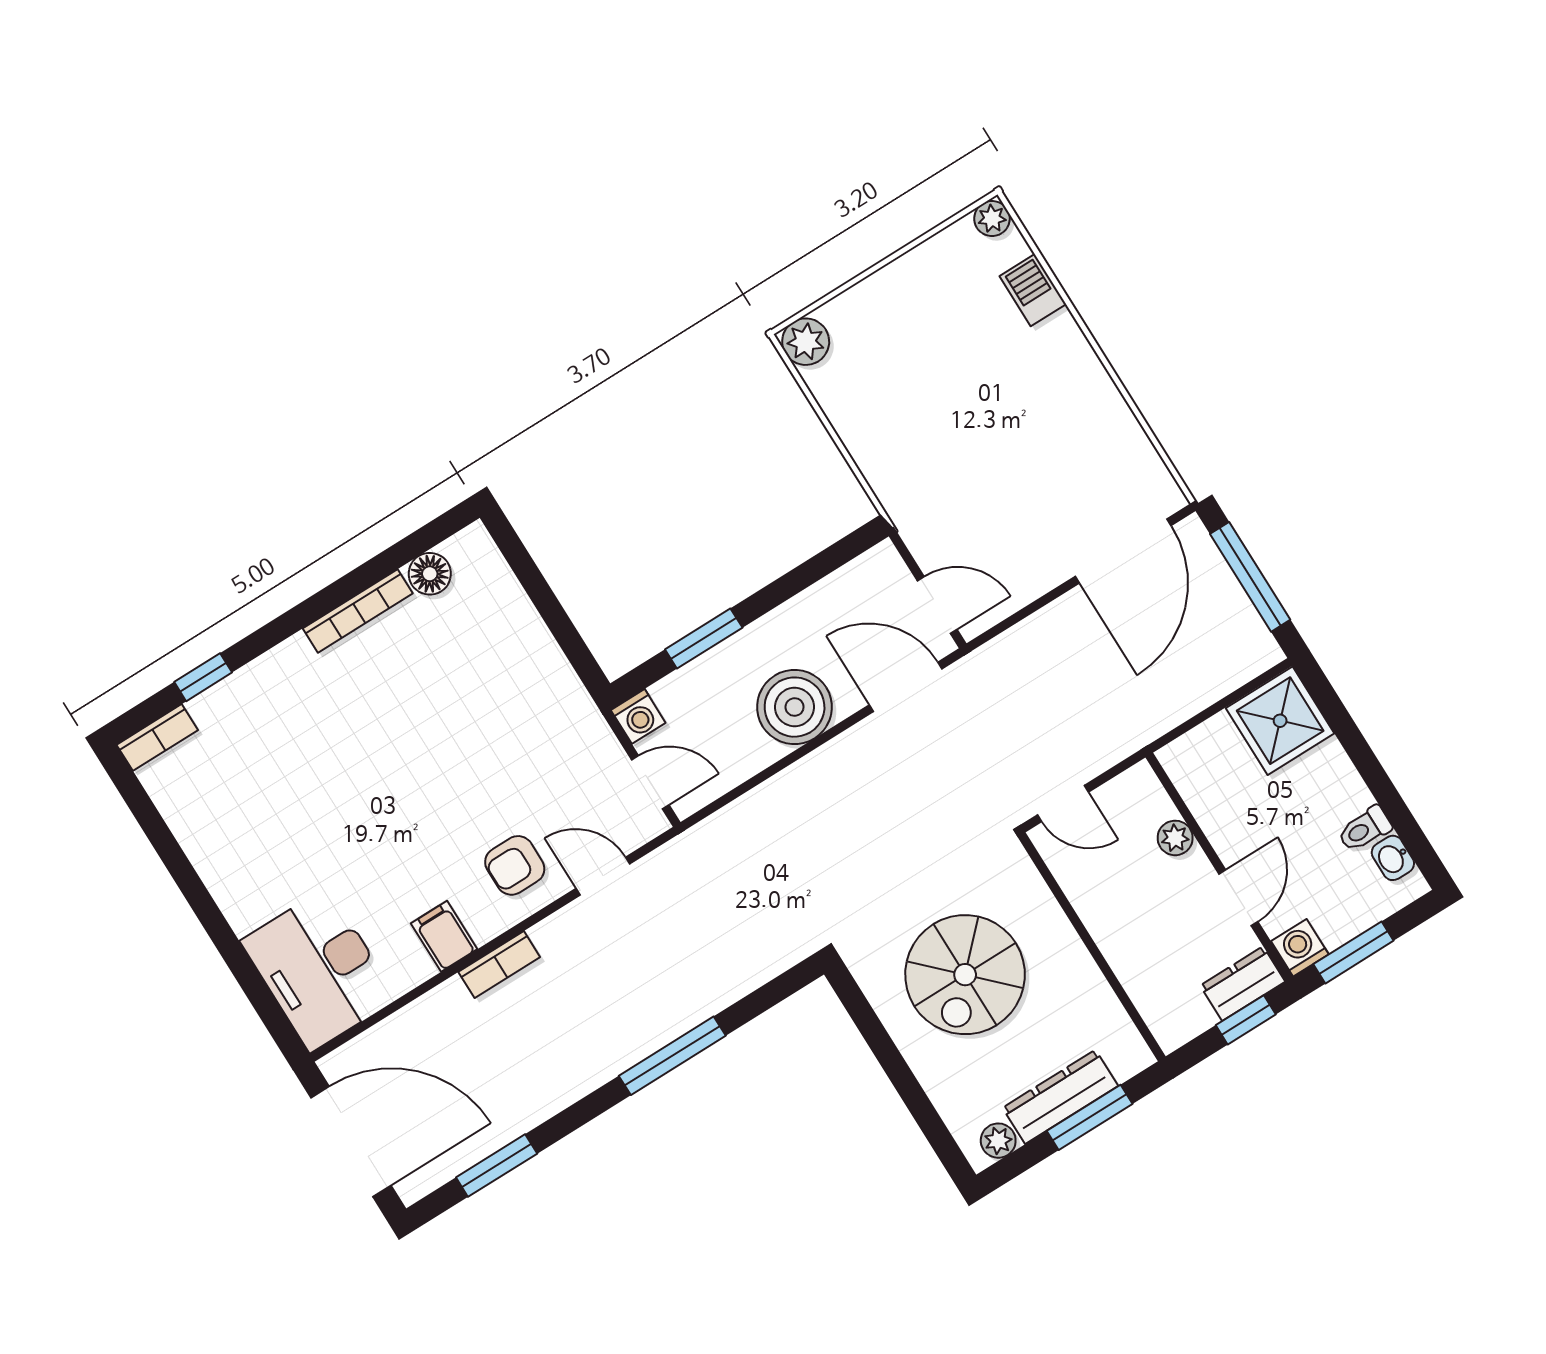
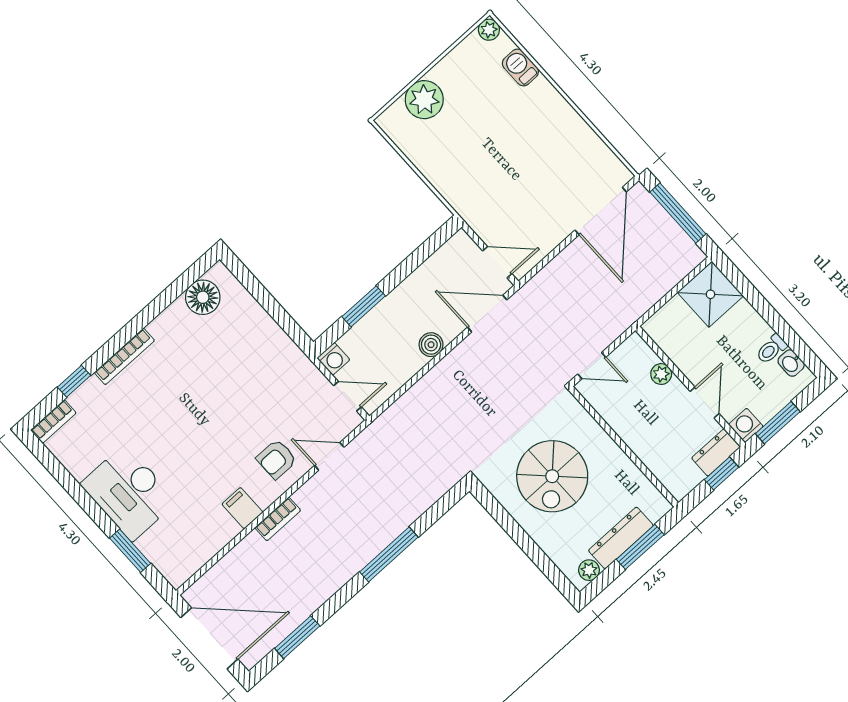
plant: (806, 342) -> (424, 100), moved, width x1.36, depth x1.36
floor lamp: (430, 574) -> (203, 297), width x1.38, depth x1.38
bookcase: (358, 611) -> (124, 356), moved
boiler: (795, 707) -> (431, 345), width x0.54, depth x0.54
desk: (319, 970) -> (129, 492), moved
window: (246, 974) -> (130, 551), added

